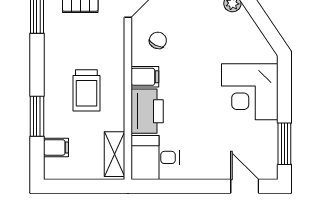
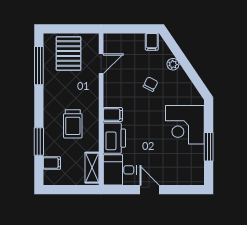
chair: (158, 40) -> (150, 84), moved
window: (284, 144) -> (209, 147), moved
door: (245, 186) -> (150, 190), moved

